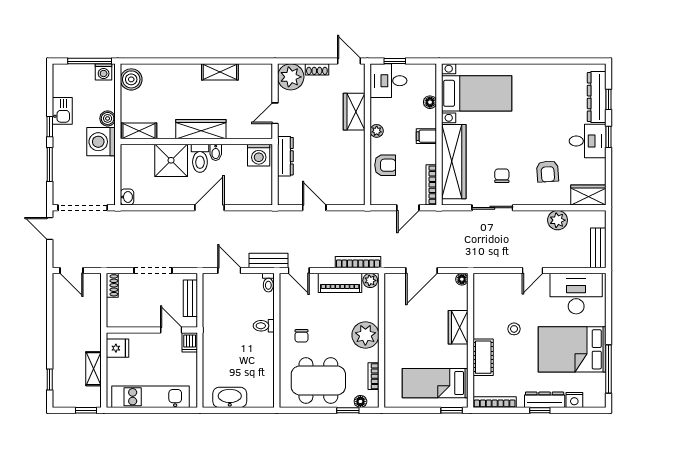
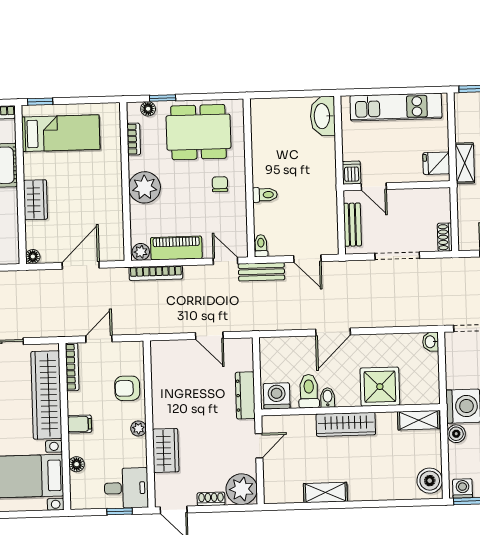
toilet: (200, 158) -> (309, 391), moved
shelving: (94, 369) -> (465, 163), moved
washbasin: (230, 397) -> (323, 116), moved, turned 90

